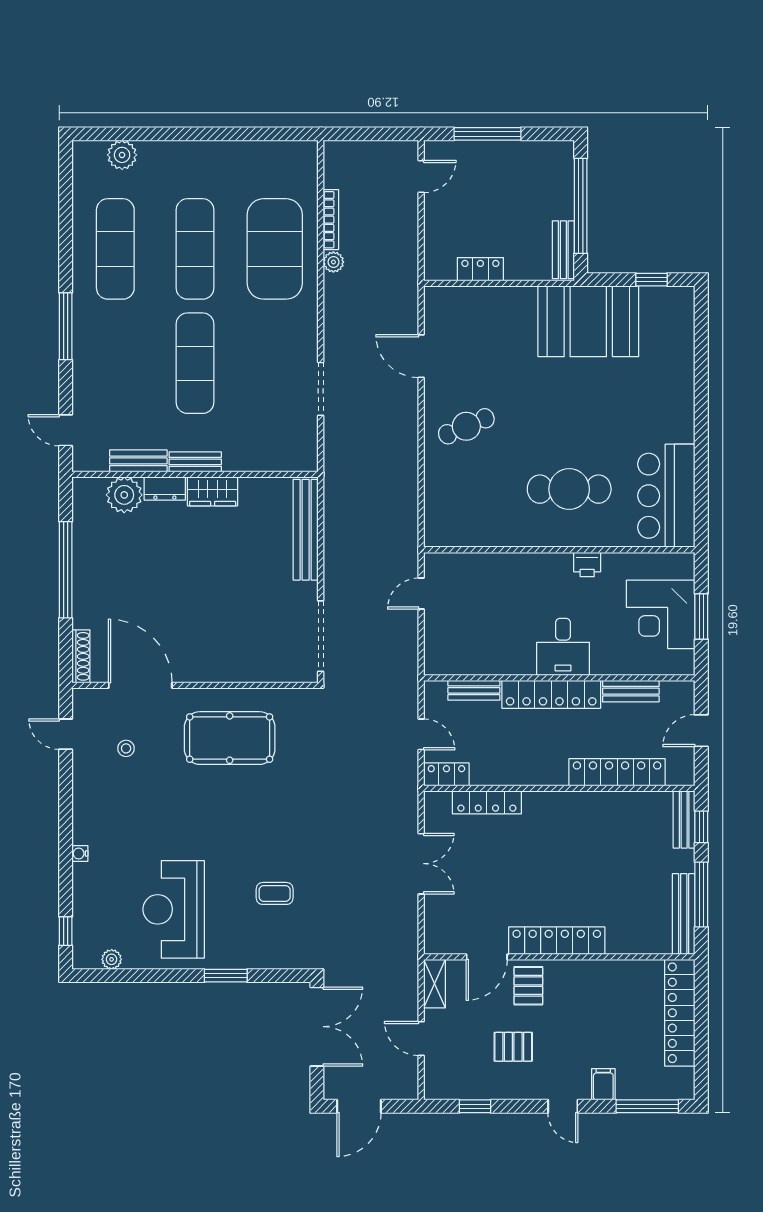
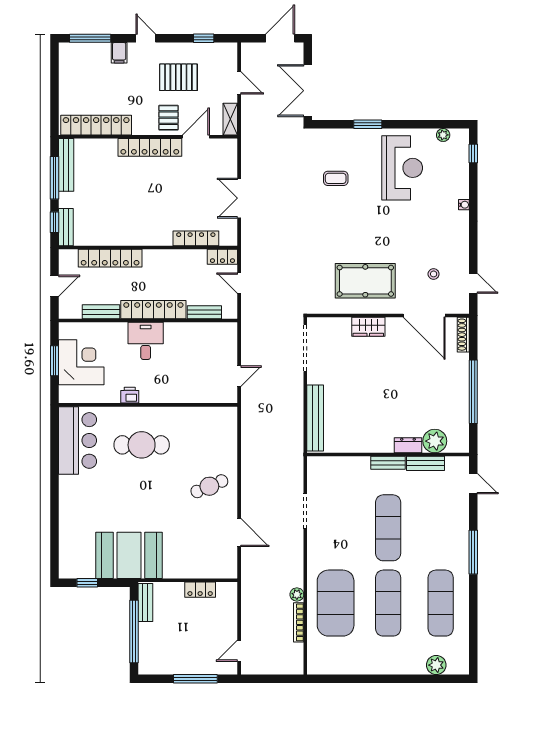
wardrobe: (213, 491) -> (368, 327), moved, turned 180
locker: (680, 1013) -> (96, 125), moved, turned -90
pallet: (513, 1047) -> (178, 77), width x1.50, depth x1.42

